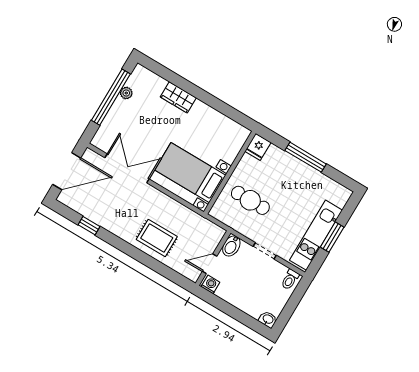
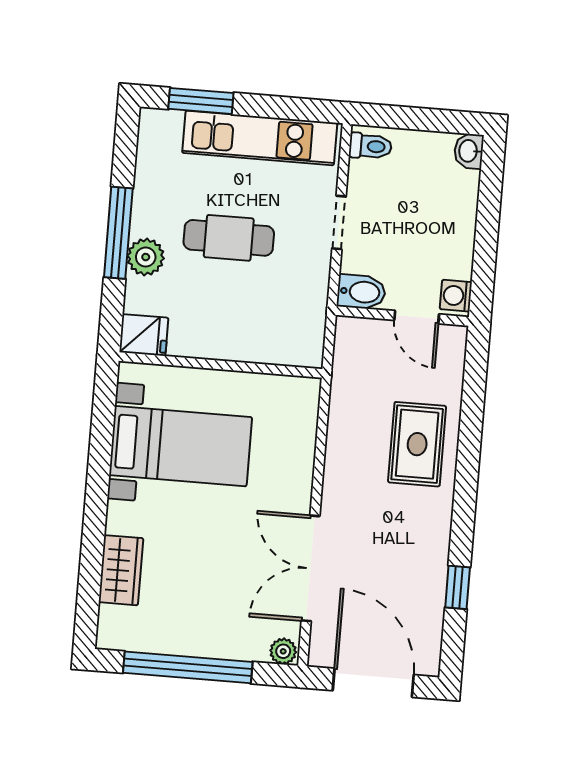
plant: (126, 93) -> (283, 651), moved
wardrobe: (178, 97) -> (121, 570), moved
plant: (290, 164) -> (146, 257), added
bed with nightstands: (190, 173) -> (181, 446), moved, turned -90
cafe table: (250, 200) -> (229, 238), moved, turned 90
window: (332, 237) -> (201, 101), moved

